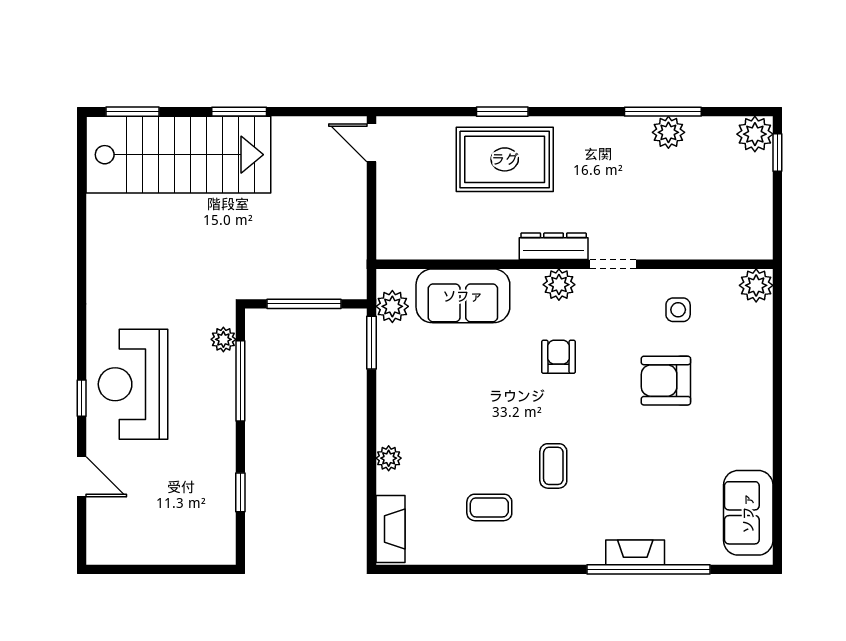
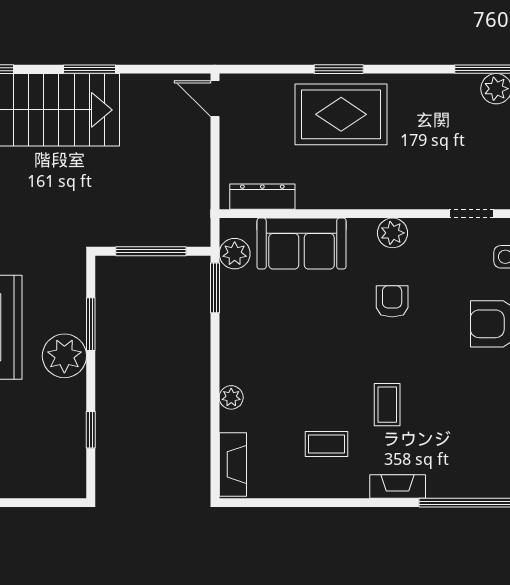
dresser: (554, 246) -> (262, 197), moved
doorway: (613, 264) -> (472, 214), moved
plant: (223, 339) -> (64, 356), moved, width x1.88, depth x1.88
window: (240, 381) -> (91, 324), width x0.69
fireplace: (635, 552) -> (398, 486), moved

